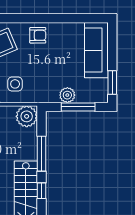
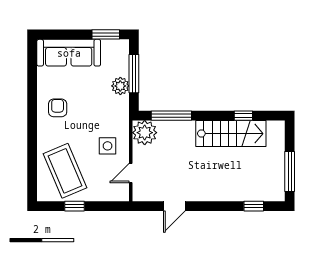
armchair: (38, 35) -> (58, 108), moved
window: (42, 154) -> (171, 116), moved
window: (42, 191) -> (243, 116), moved

